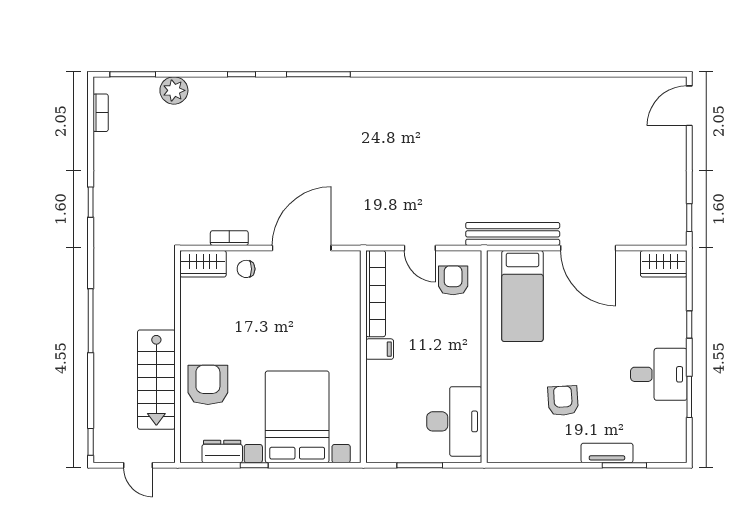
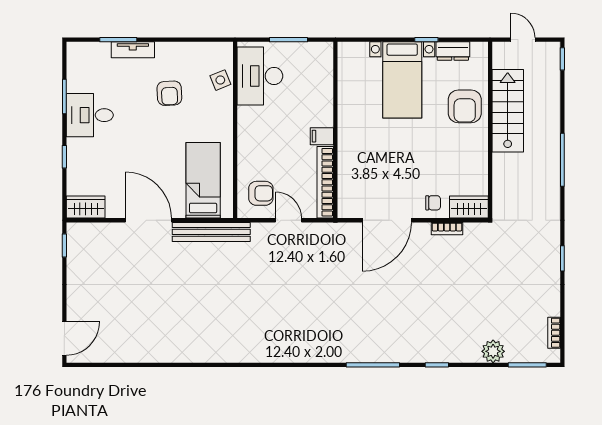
armchair: (453, 280) -> (261, 193), turned -90
bed with nightstands: (297, 417) -> (402, 80), width x0.73
side table: (502, 417) -> (220, 80), added

